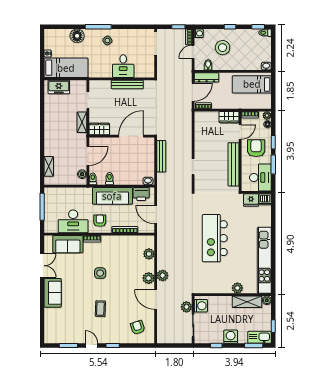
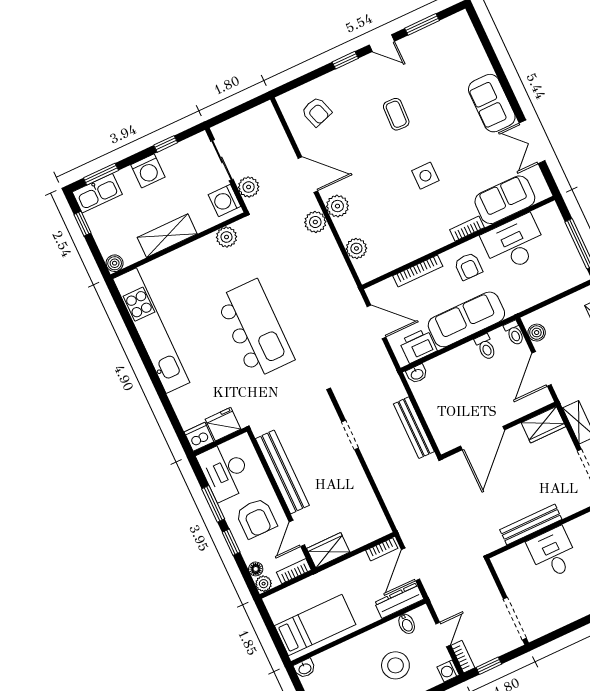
plant: (237, 288) -> (227, 237), moved
shelving: (247, 302) -> (167, 236), moved

